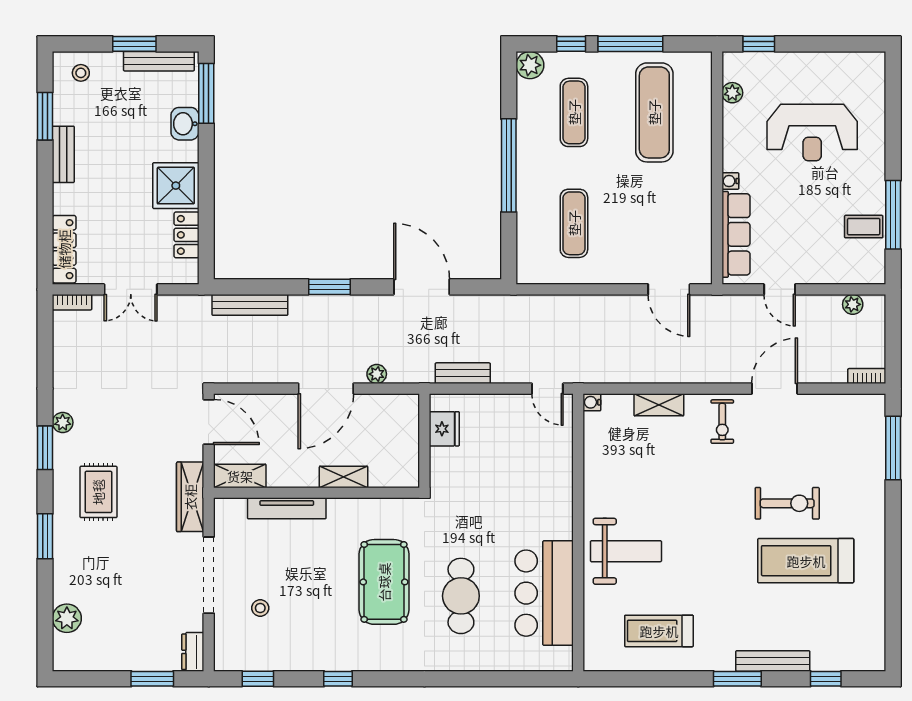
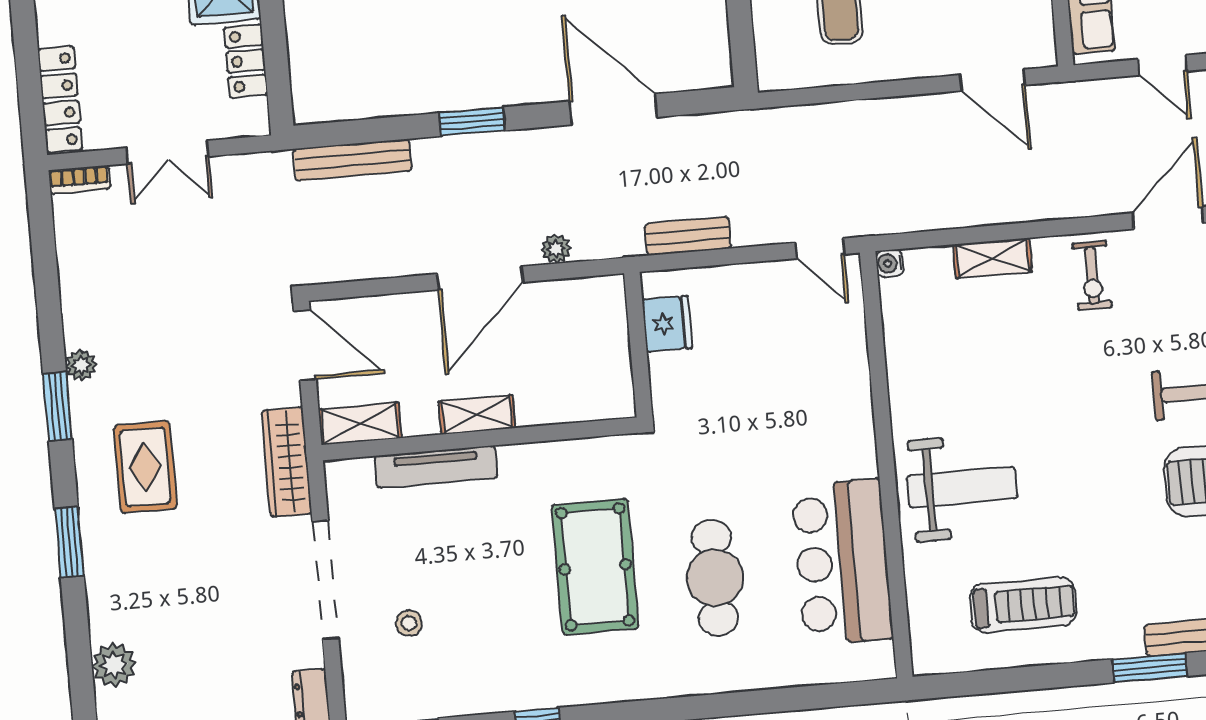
shelving: (344, 477) -> (477, 415), moved
treadmill: (659, 631) -> (1023, 605), turned 180

